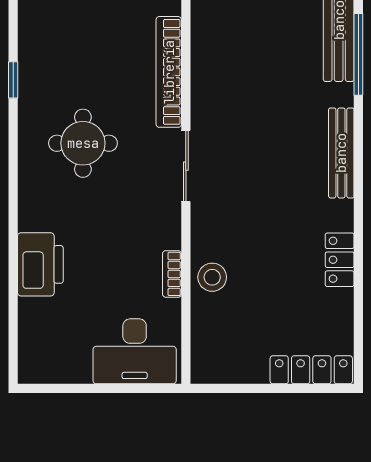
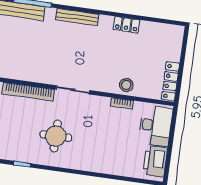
printer: (40, 264) -> (155, 161), moved, turned -90
locker: (311, 370) -> (170, 81), moved

